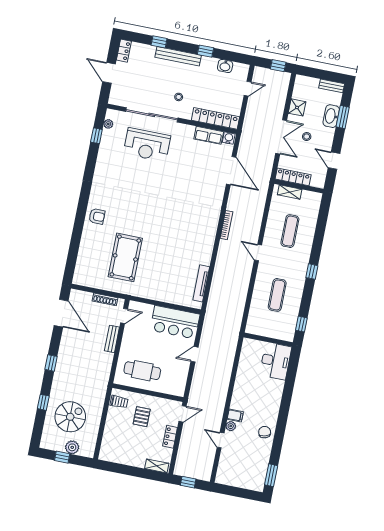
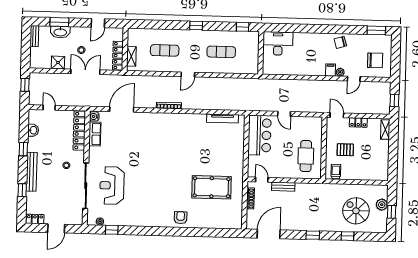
reception desk: (147, 145) -> (112, 185), turned 180
chair: (237, 468) -> (375, 60), added

